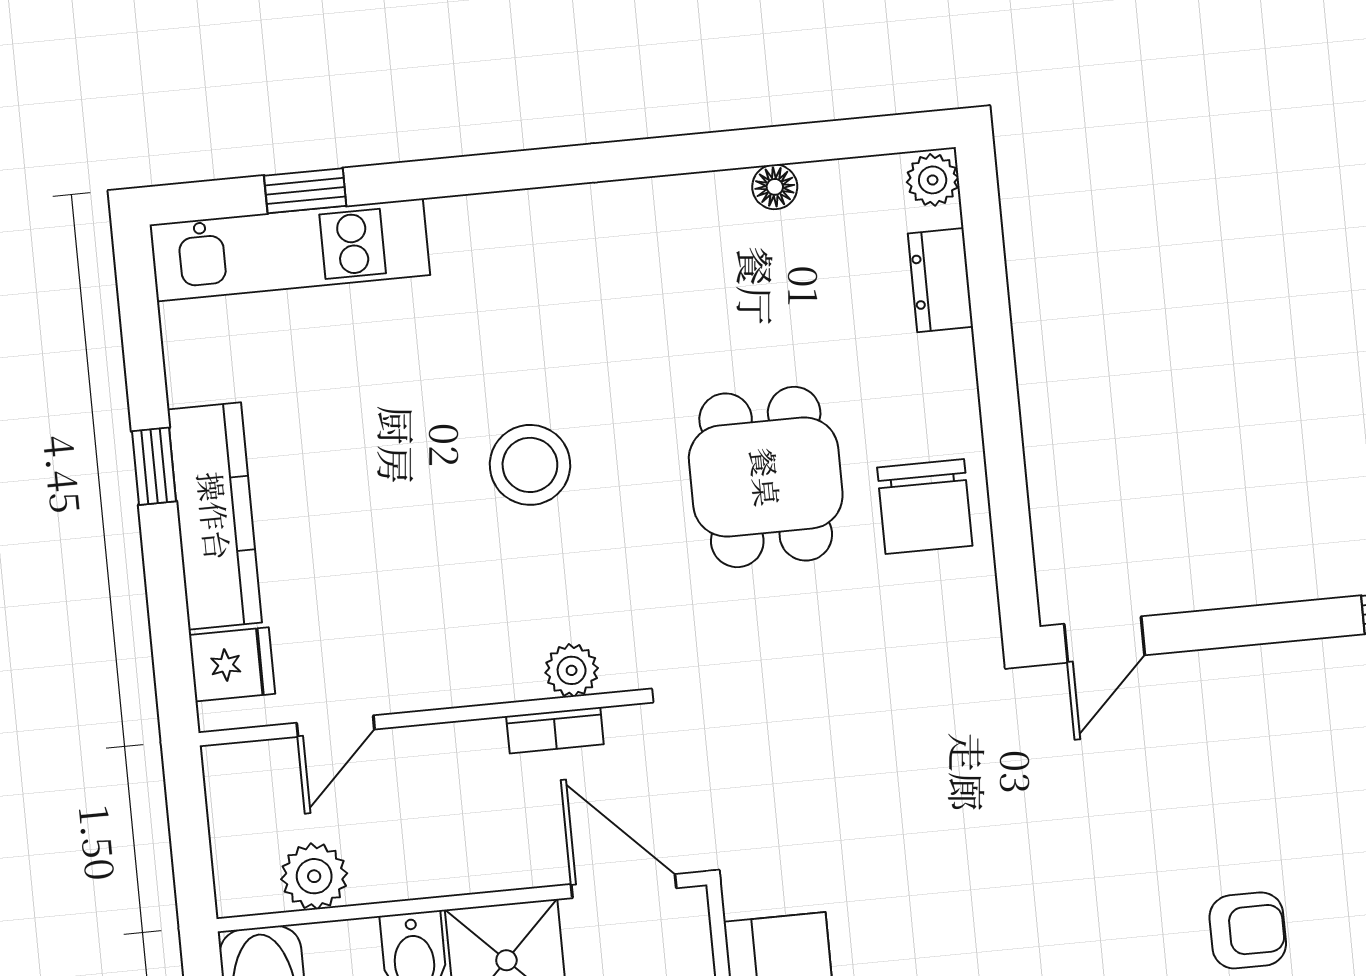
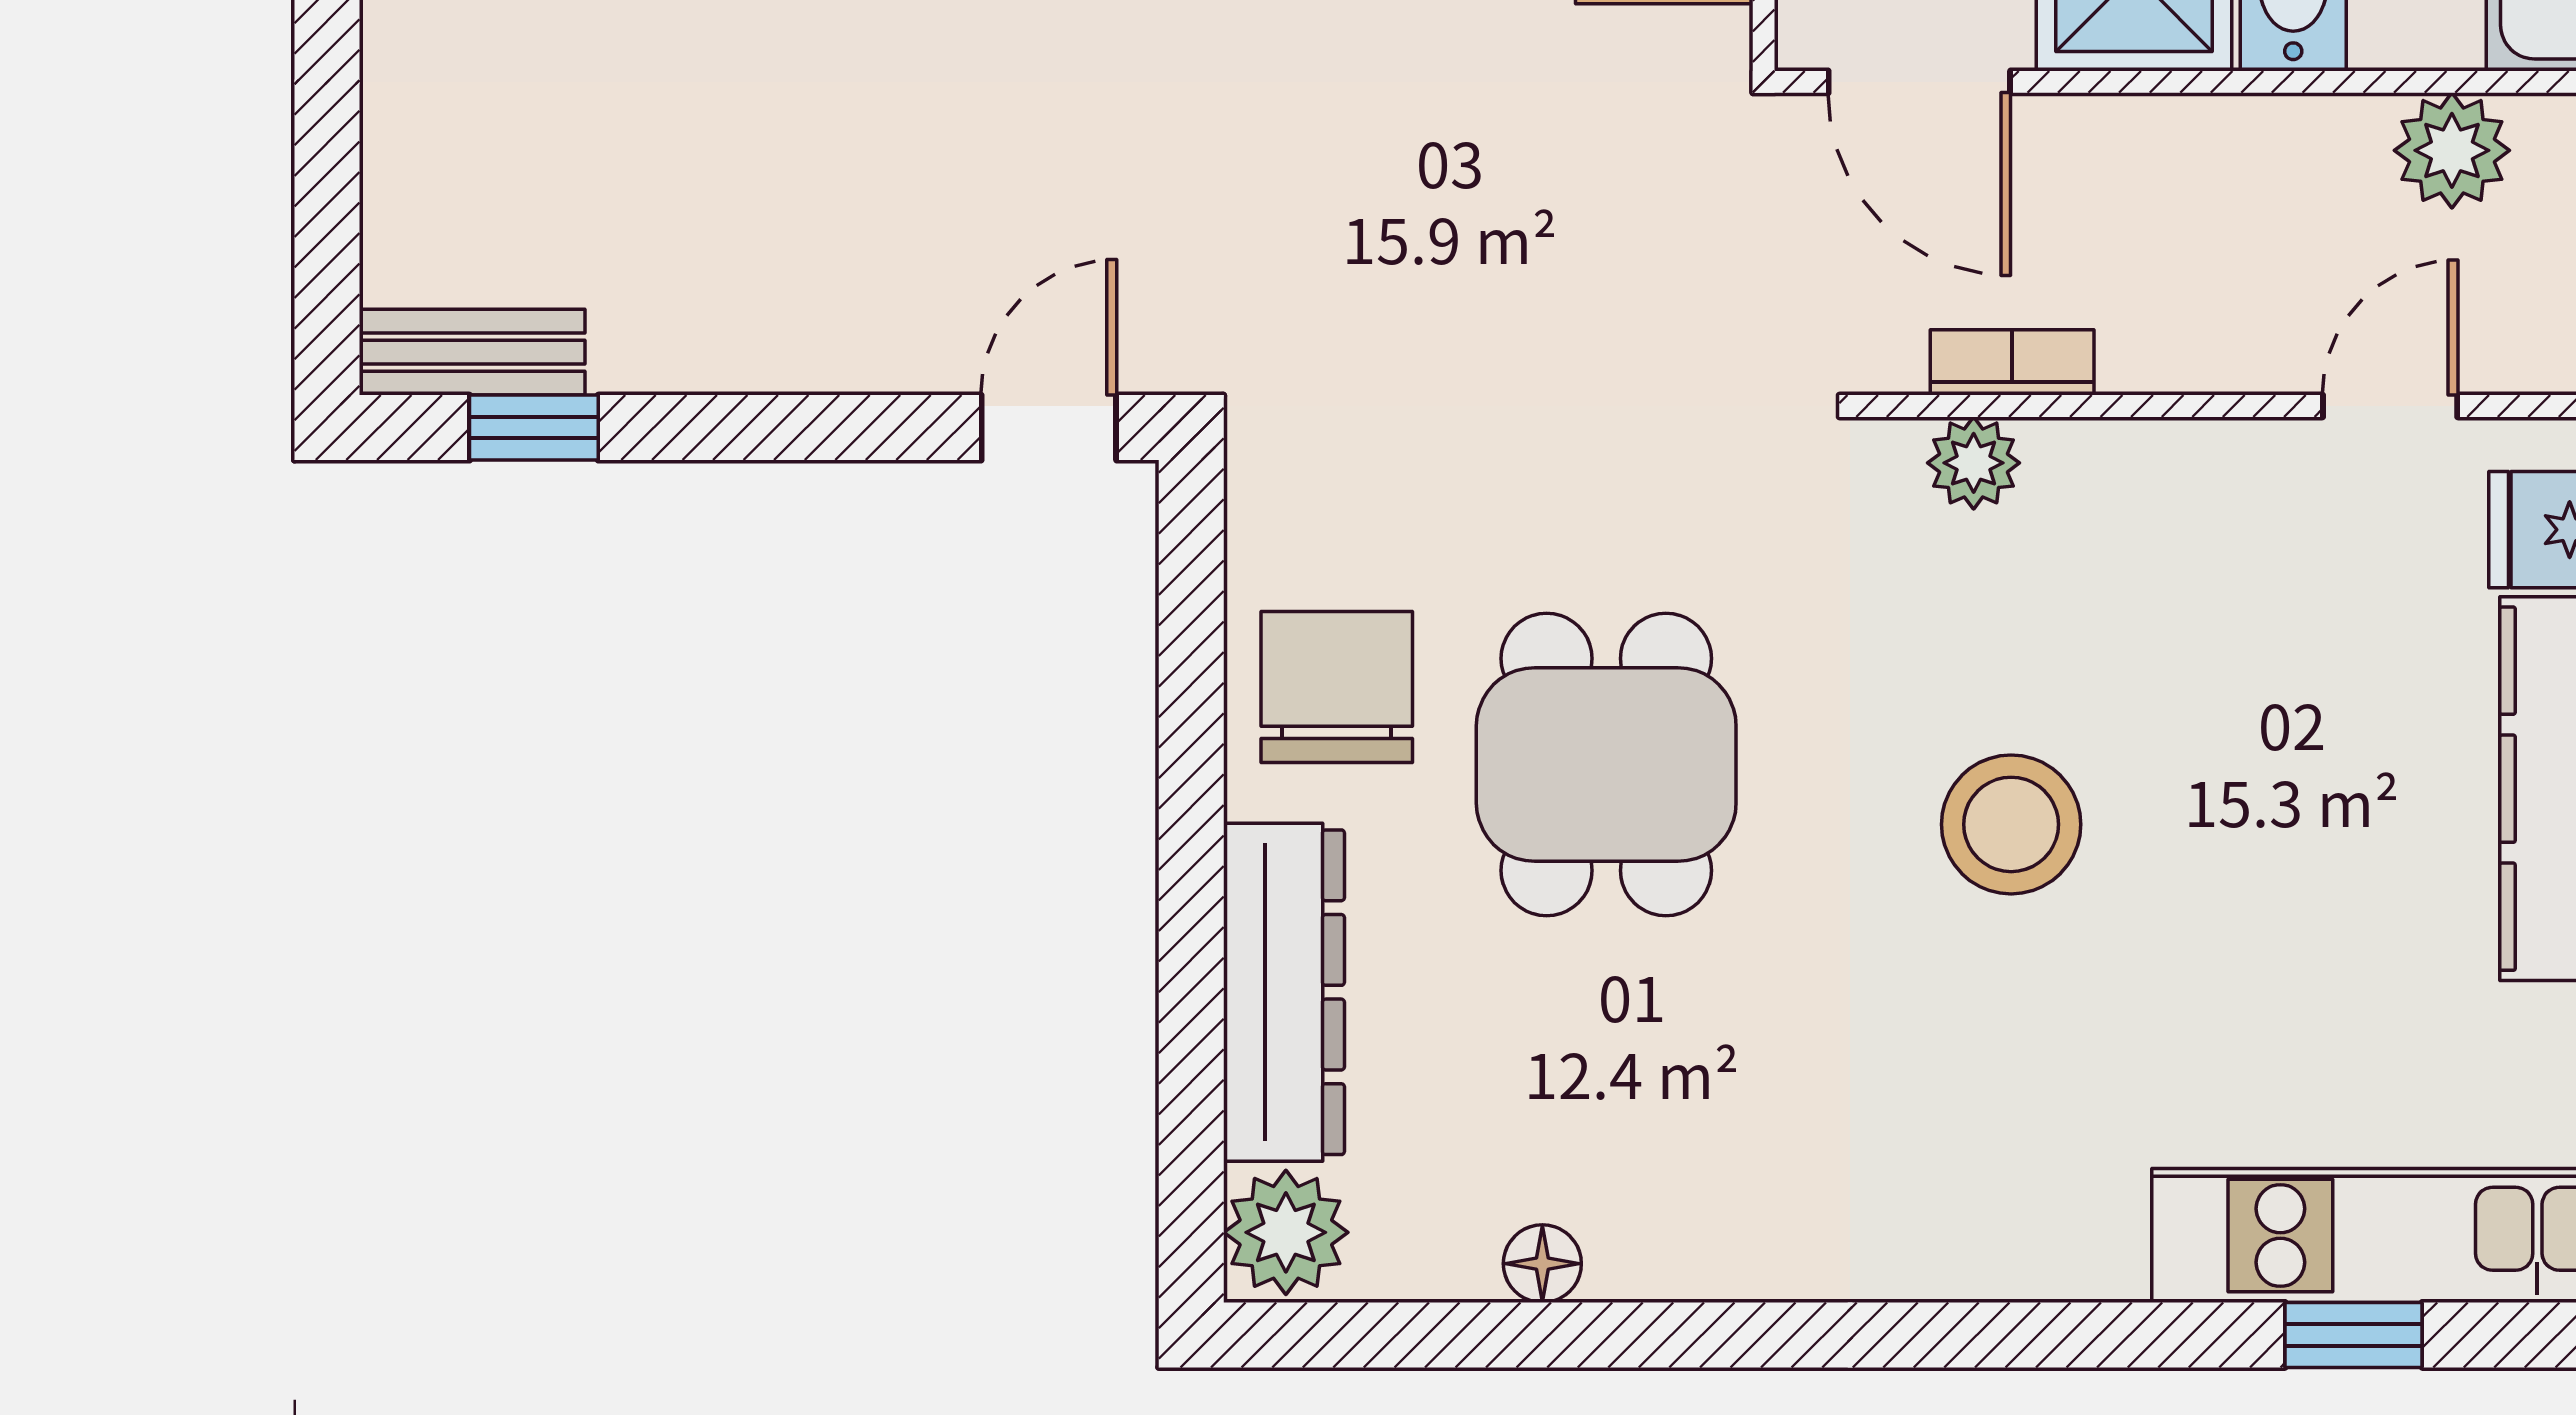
plant: (933, 180) -> (1286, 1232), width x1.38, depth x1.38
dresser: (940, 280) -> (1284, 992), width x1.96, depth x1.24

